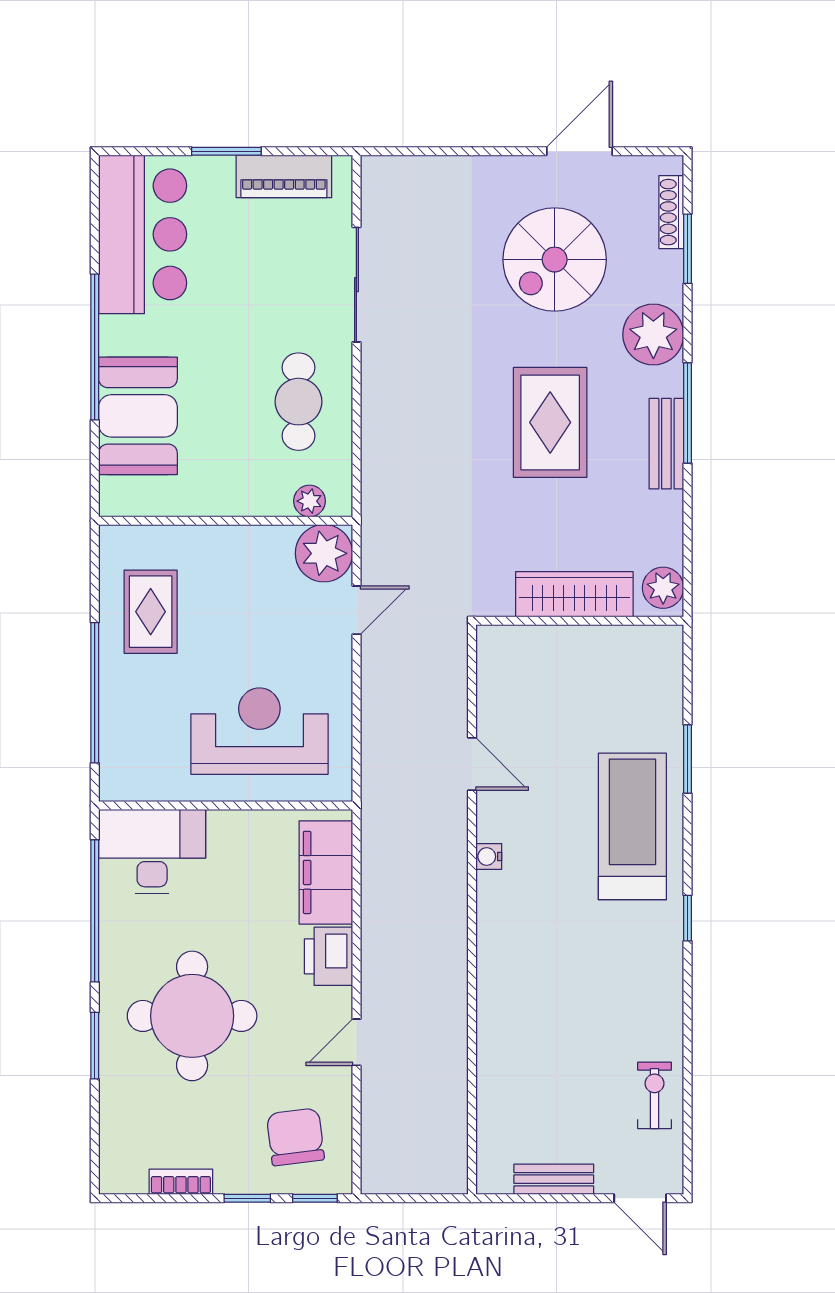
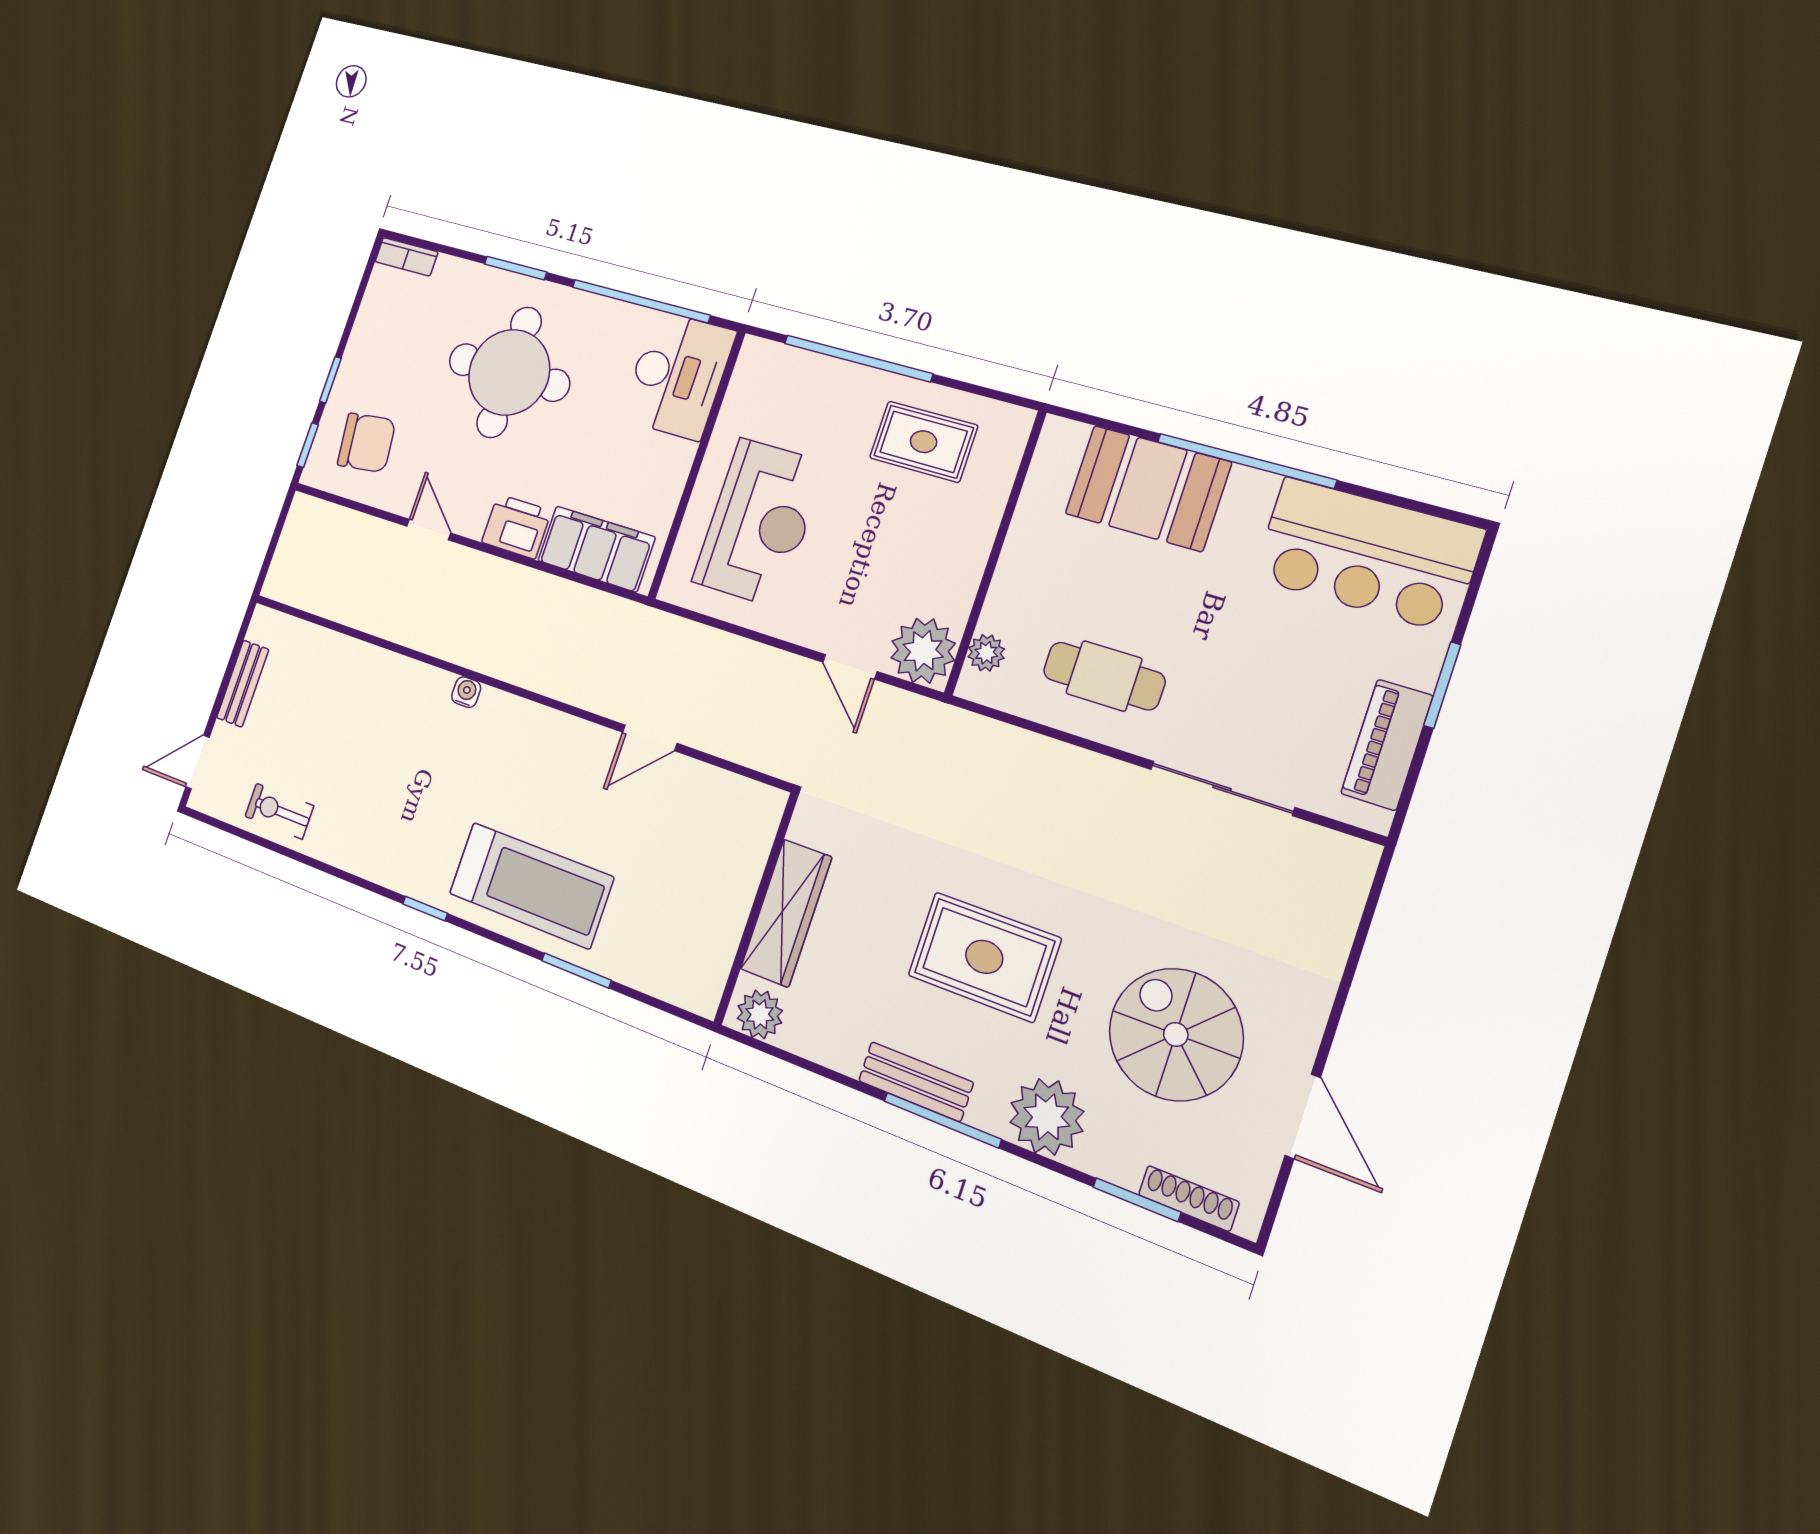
water cooler: (489, 857) -> (466, 692), moved
exercise bike: (655, 1095) -> (279, 811), turned 180
bookcase: (181, 1182) -> (406, 257), moved, turned 90

